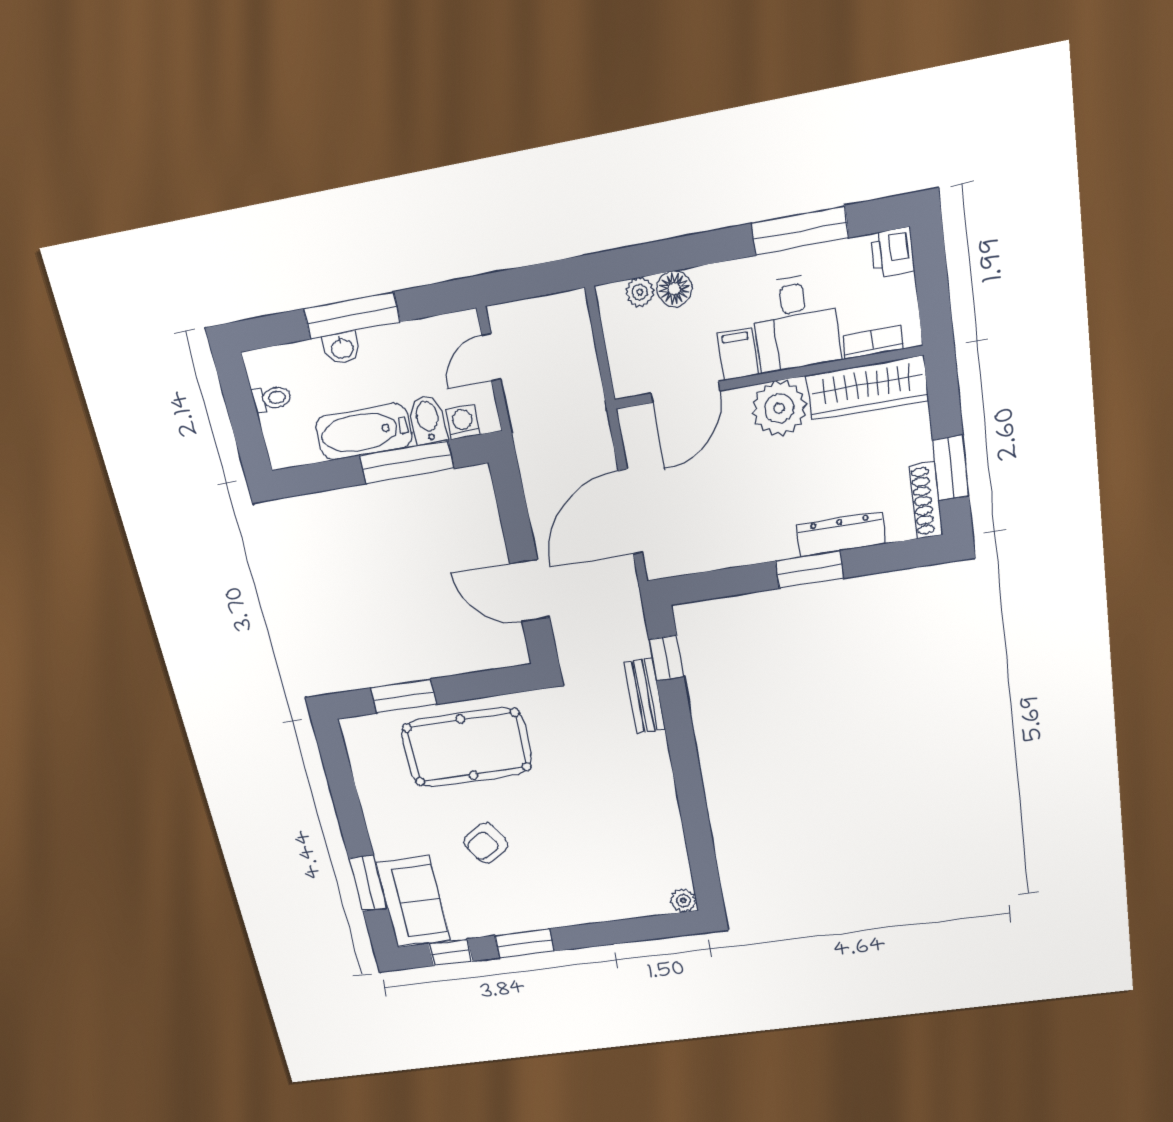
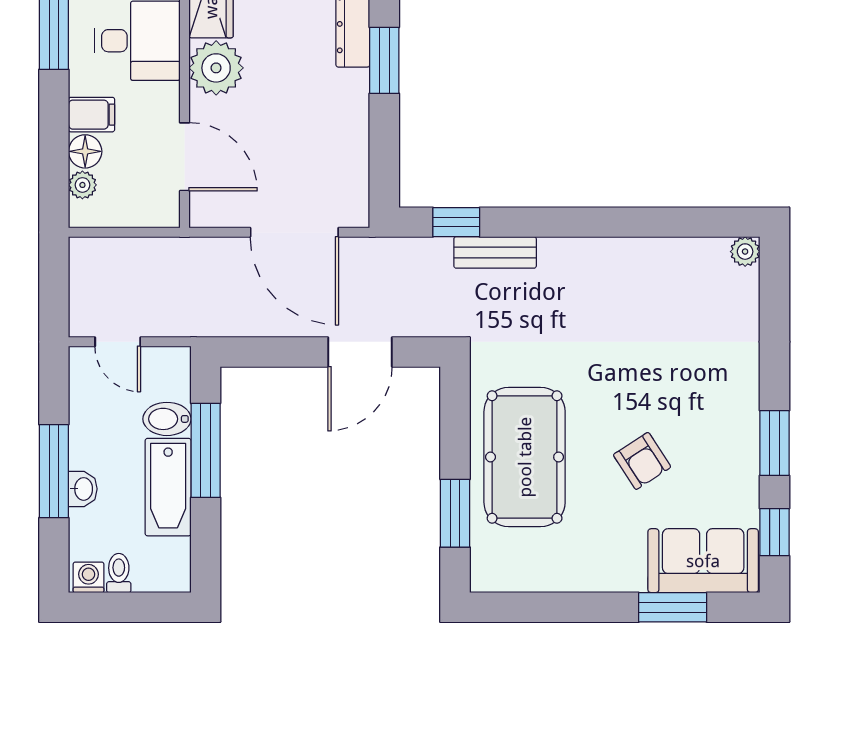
filing cabinet: (738, 354) -> (92, 115), moved, turned 180
washing machine: (463, 422) -> (88, 577), moved, turned 90

